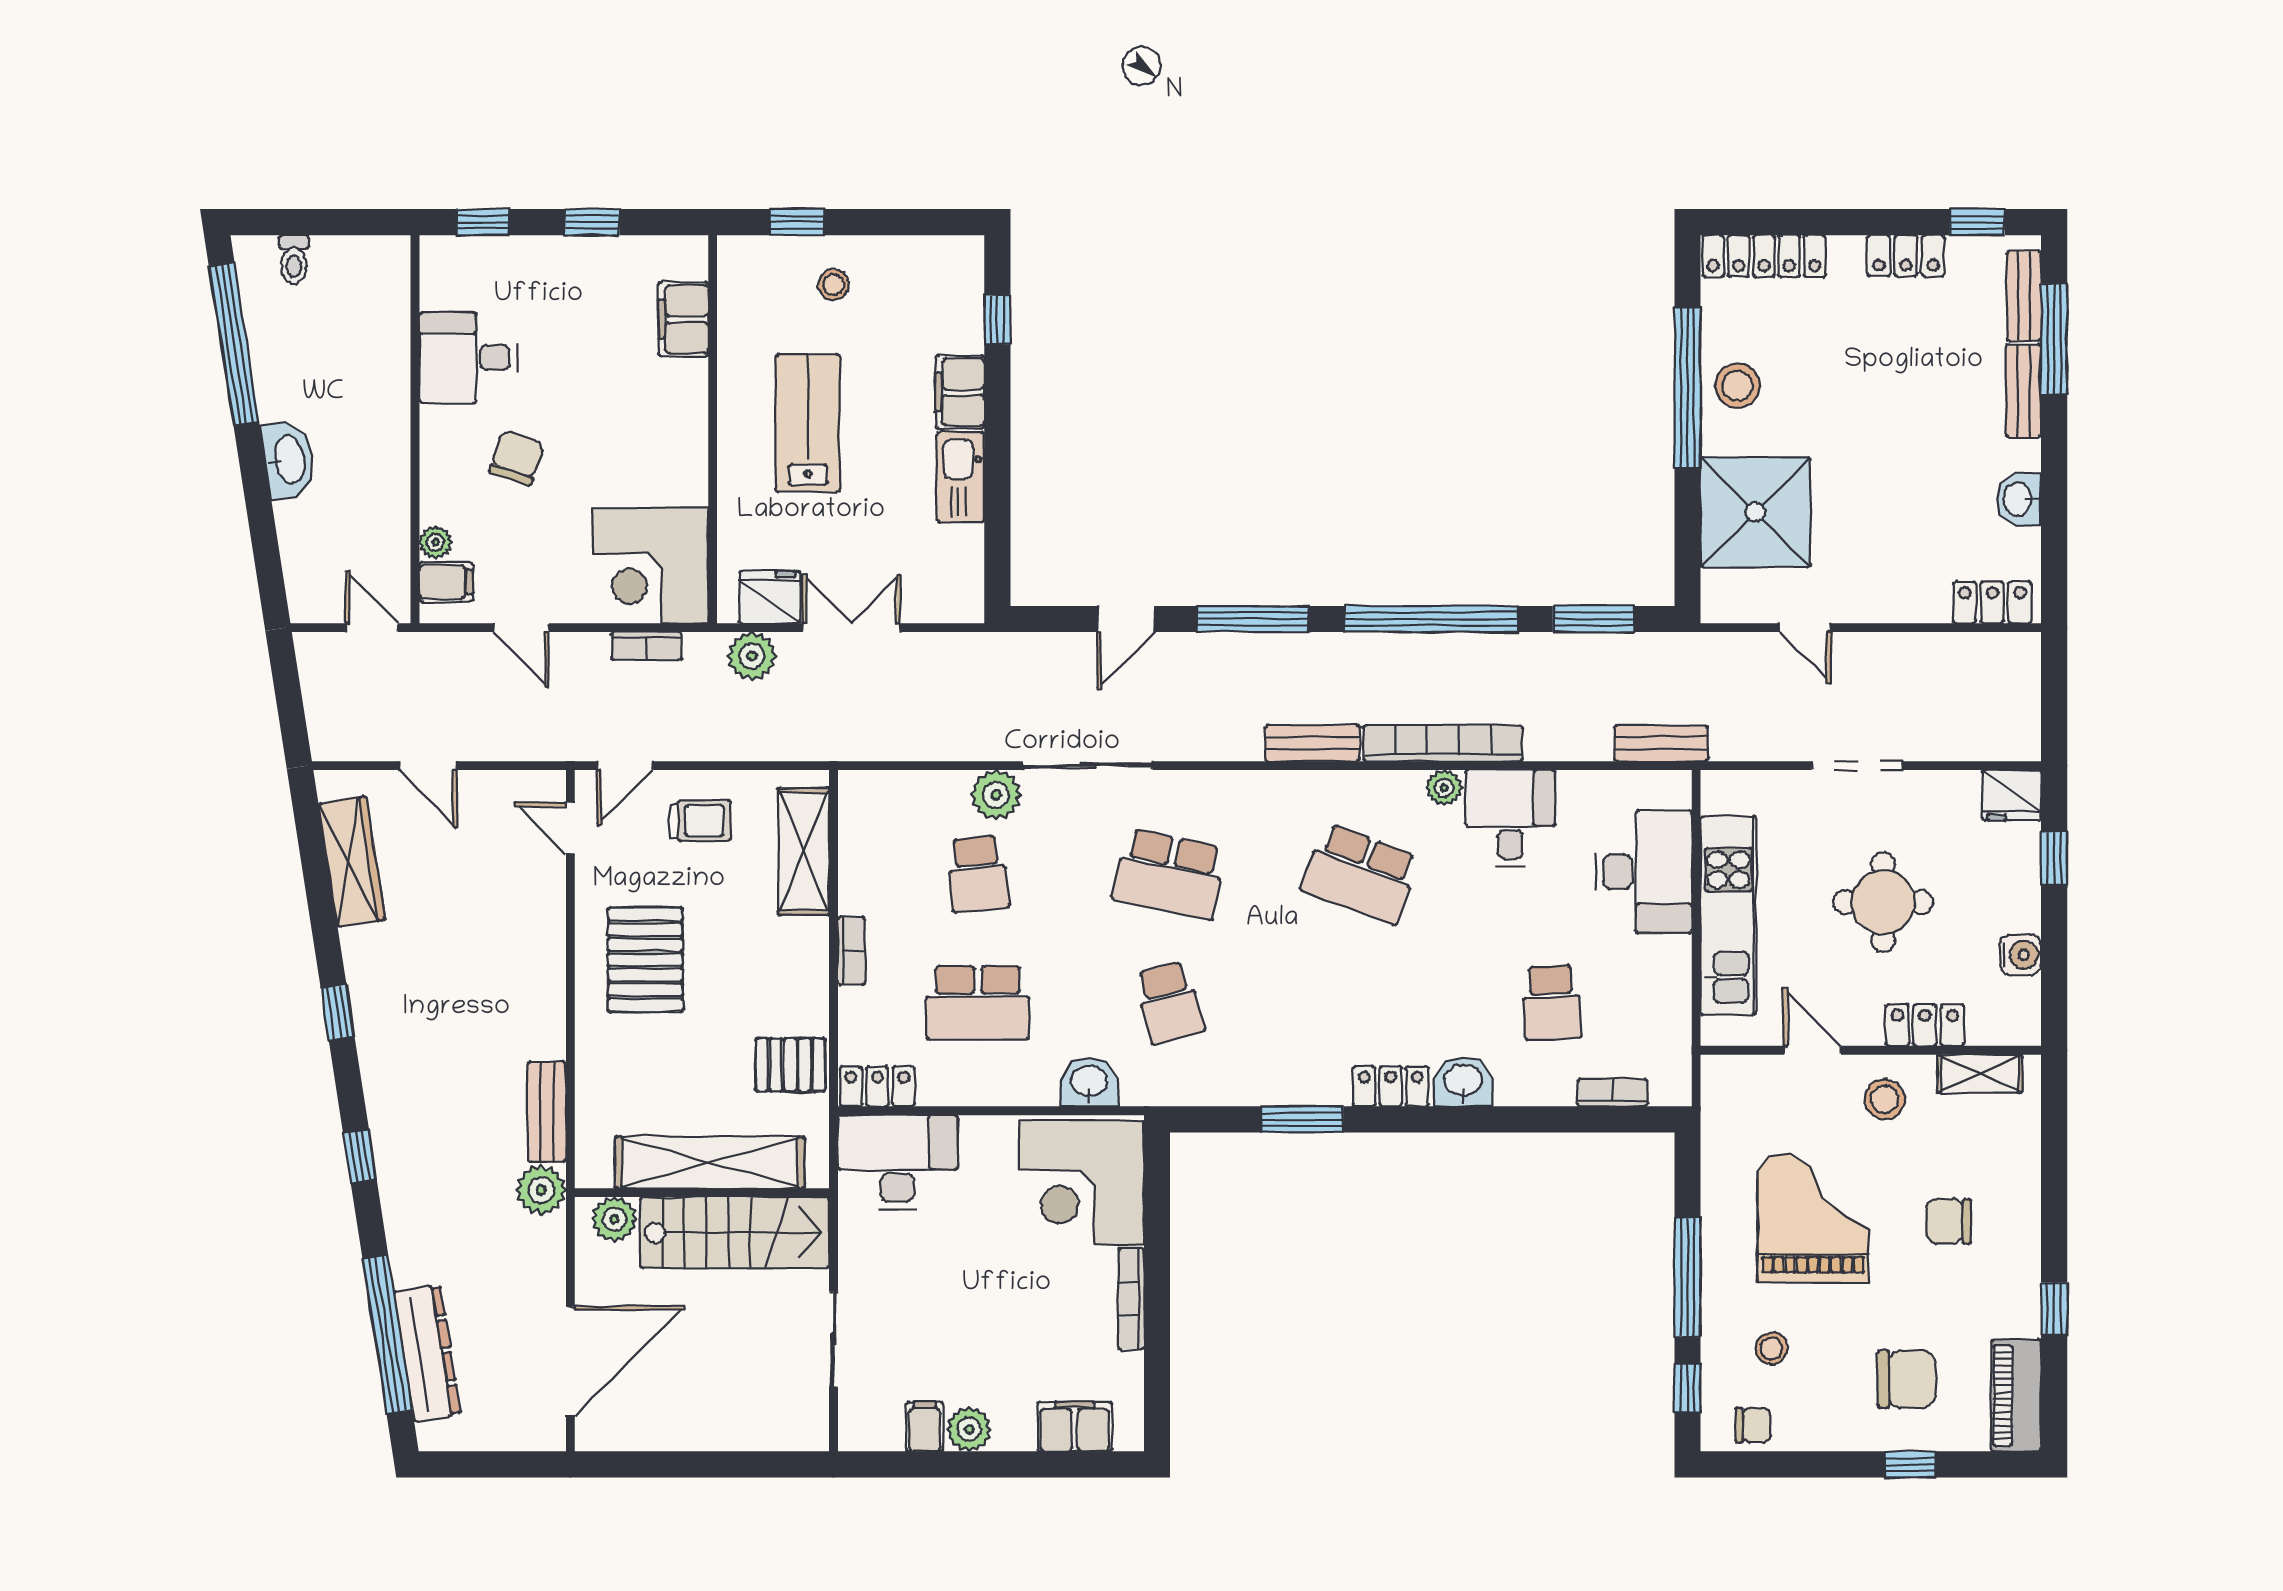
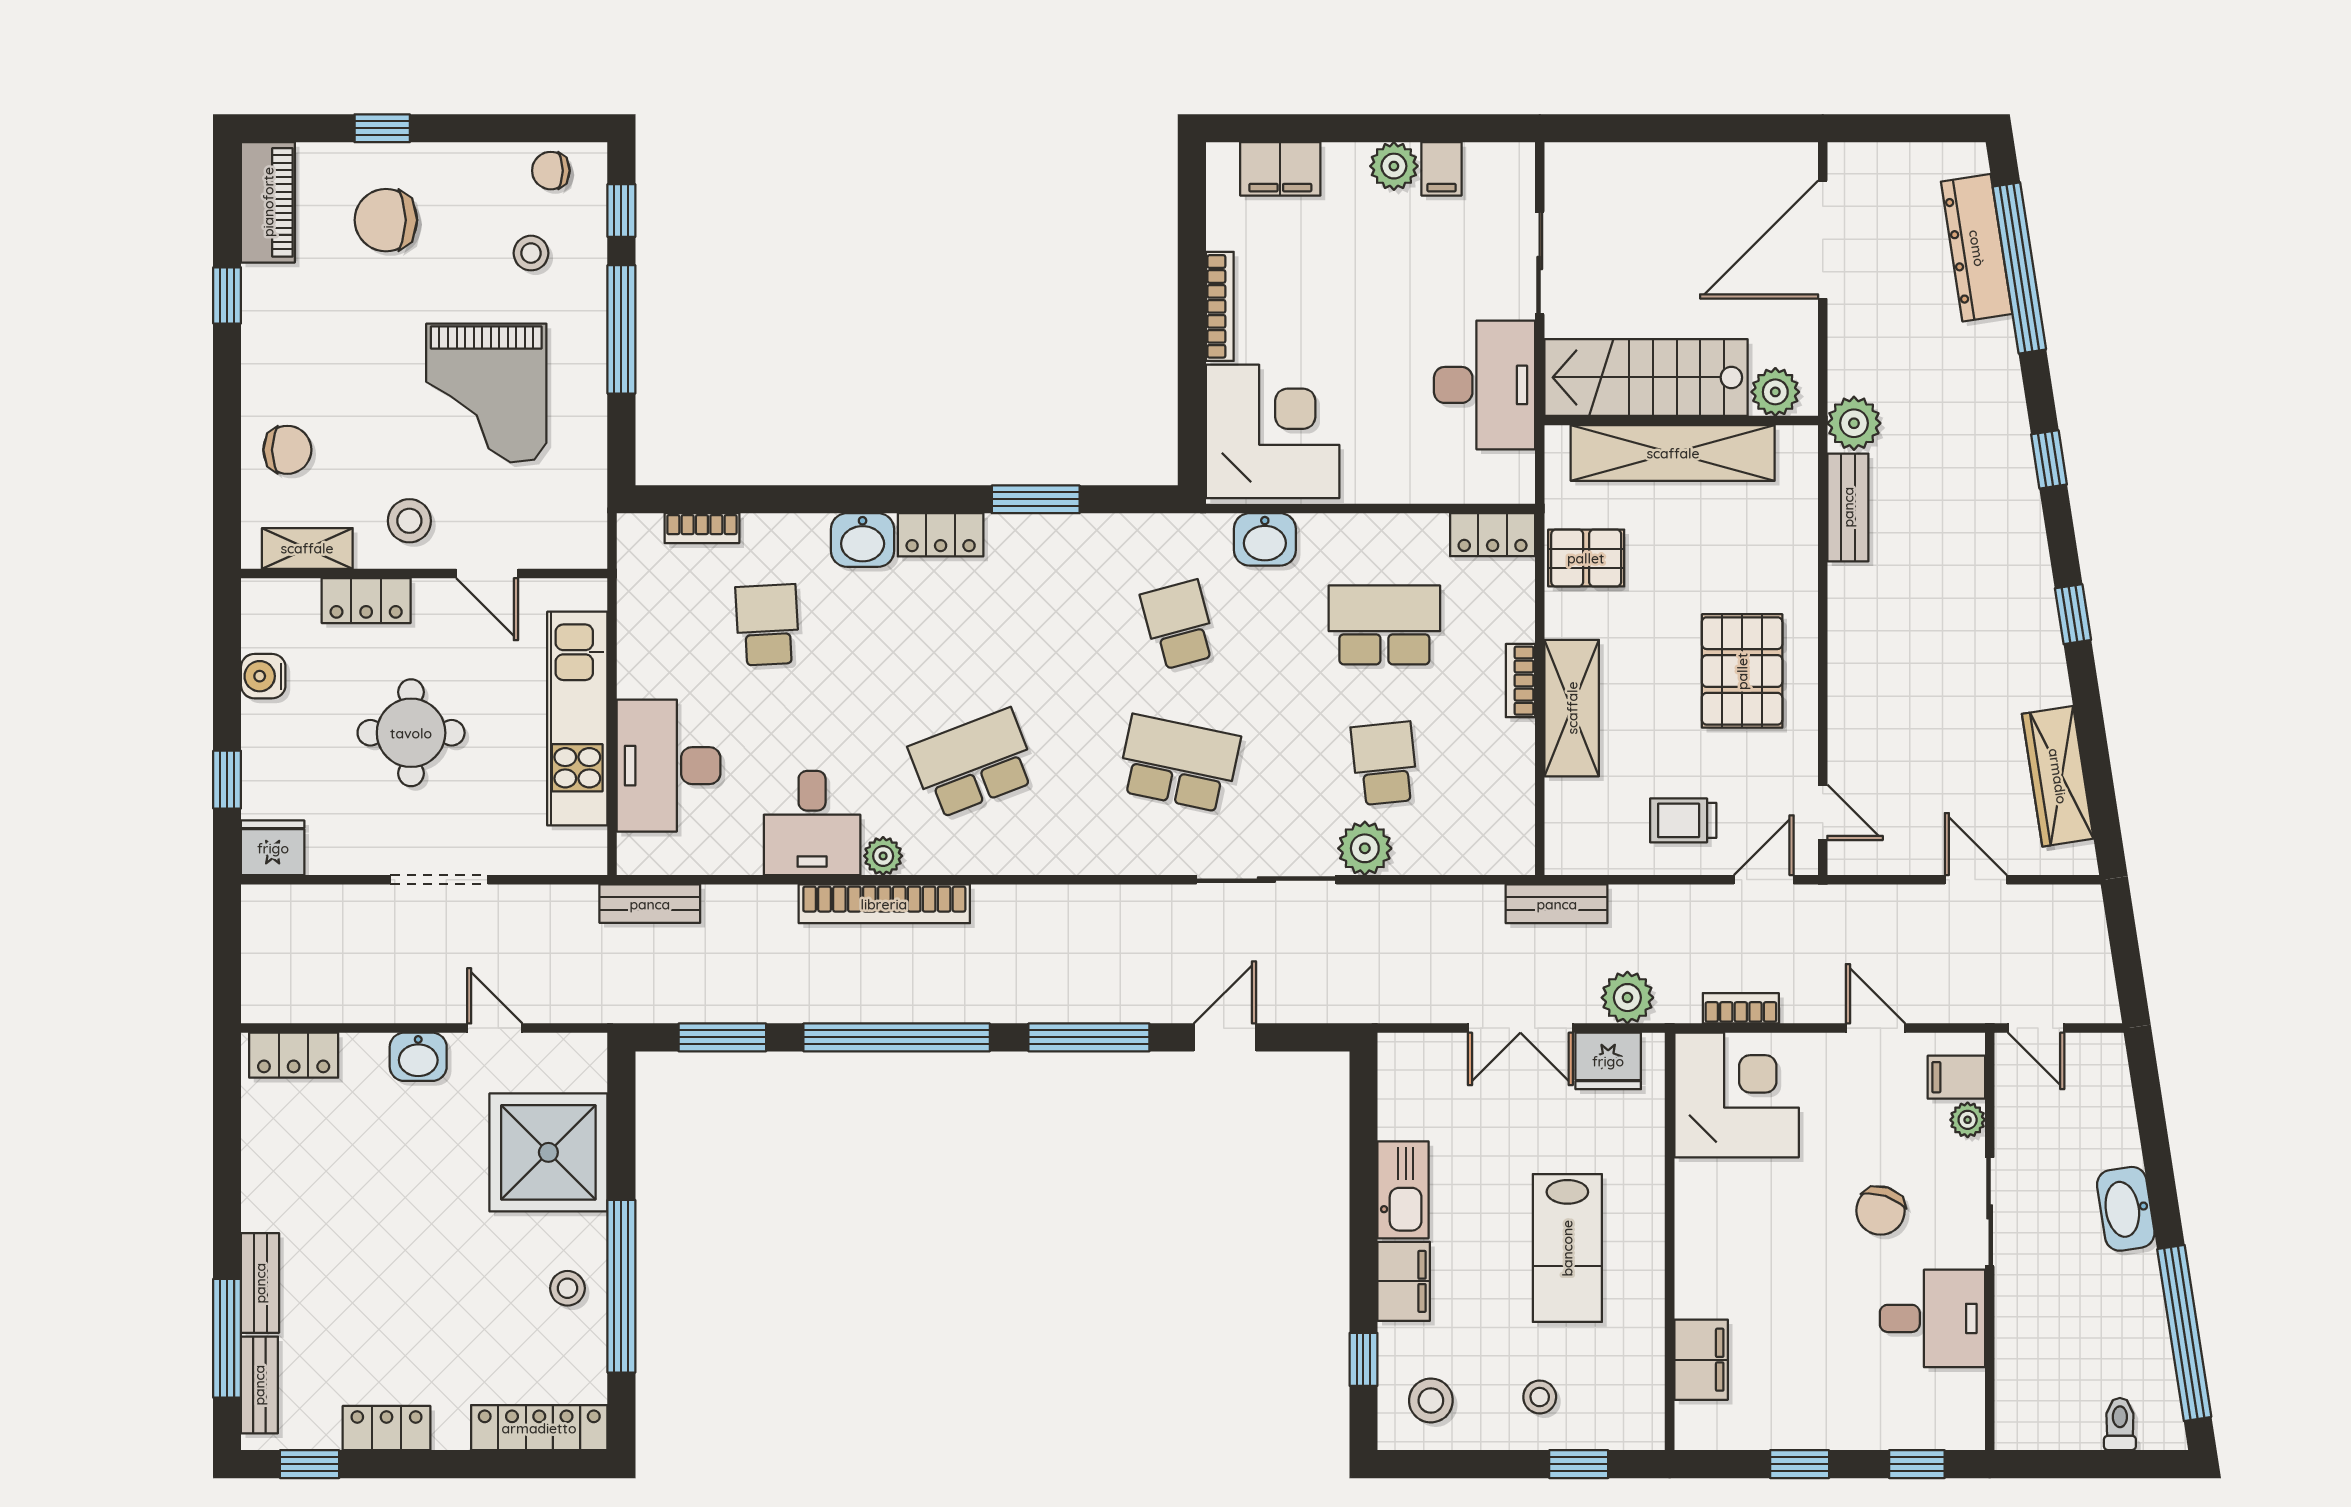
stool: (935, 281) -> (1431, 1400), added
stool: (1738, 386) -> (567, 1288), width x0.73, depth x0.73
sliding door: (415, 457) -> (1990, 1212), added
washbasin: (2019, 499) -> (418, 1057), moved, turned 90
bench: (1313, 743) -> (1557, 904), moved
shelving: (804, 851) -> (1572, 708), moved
school desk: (1360, 874) -> (973, 763), turned -42
desk: (898, 1162) -> (1485, 385), moved, turned -90
chair: (1949, 1221) -> (287, 450), moved

